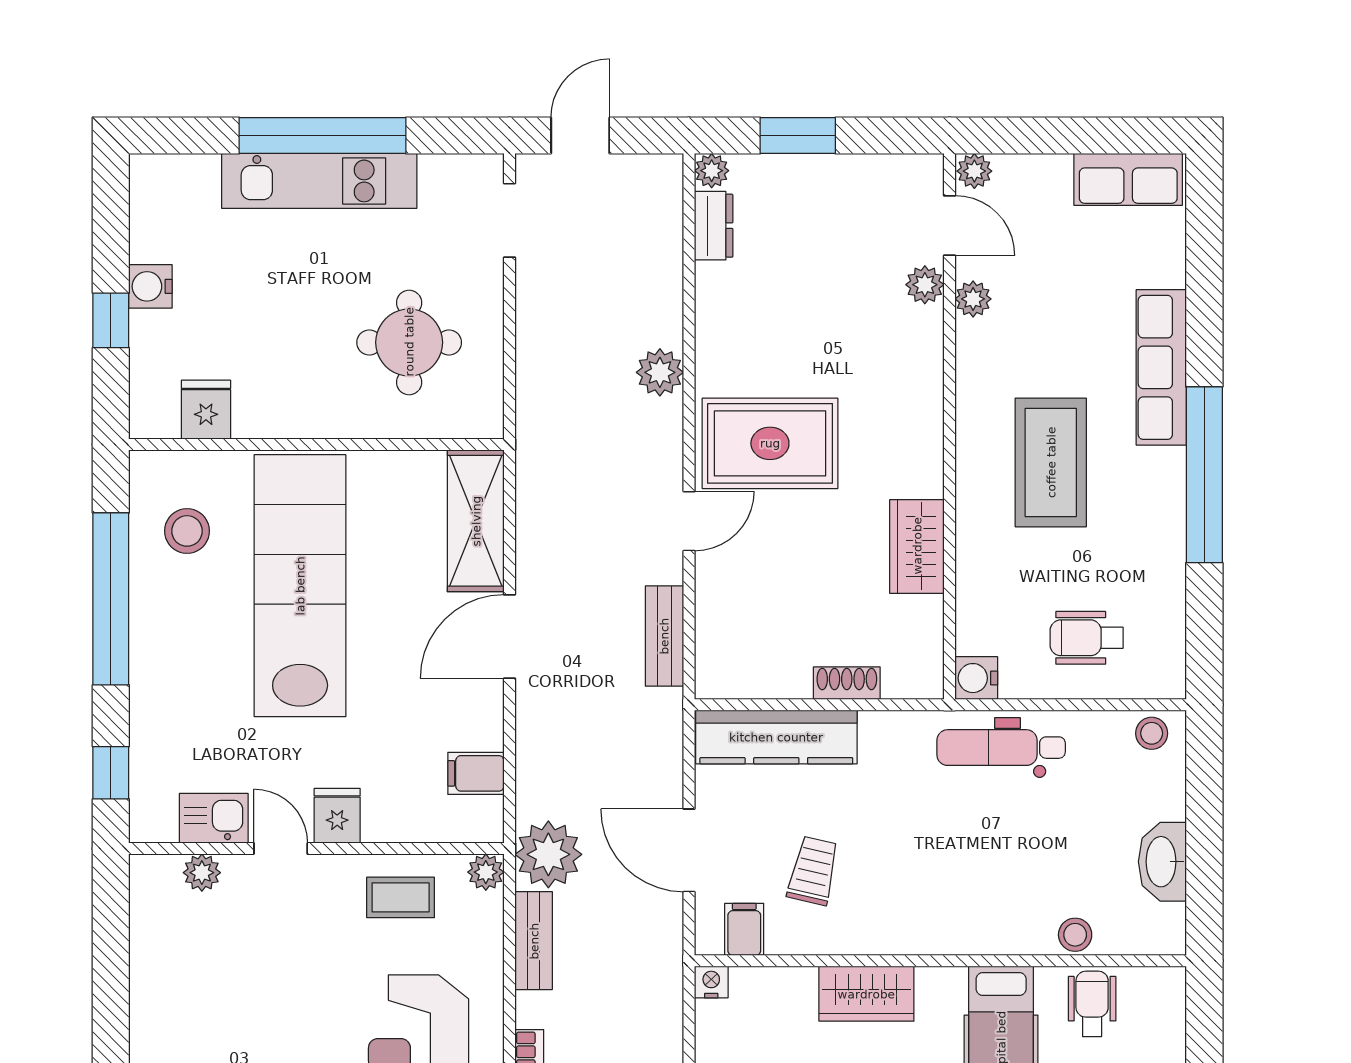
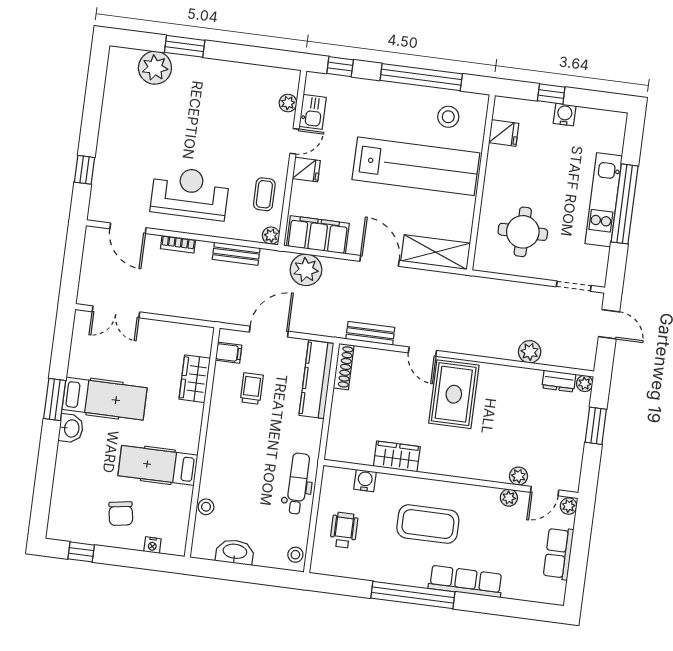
row of seats: (1128, 179) -> (558, 553), moved
plant: (660, 372) -> (530, 352), moved
water cooler: (976, 678) -> (365, 480), moved
shoe rack: (847, 683) -> (344, 367), moved, width x1.43
filing cabinet: (476, 773) -> (318, 235), width x3.00, depth x1.17
plant: (548, 854) -> (306, 270), moved
trolley: (813, 871) -> (252, 388), turned -103
nightstand: (711, 982) -> (152, 545), moved, turned 90
wardrobe: (866, 994) -> (195, 379), moved
wheelchair: (1092, 1004) -> (173, 511), removed

